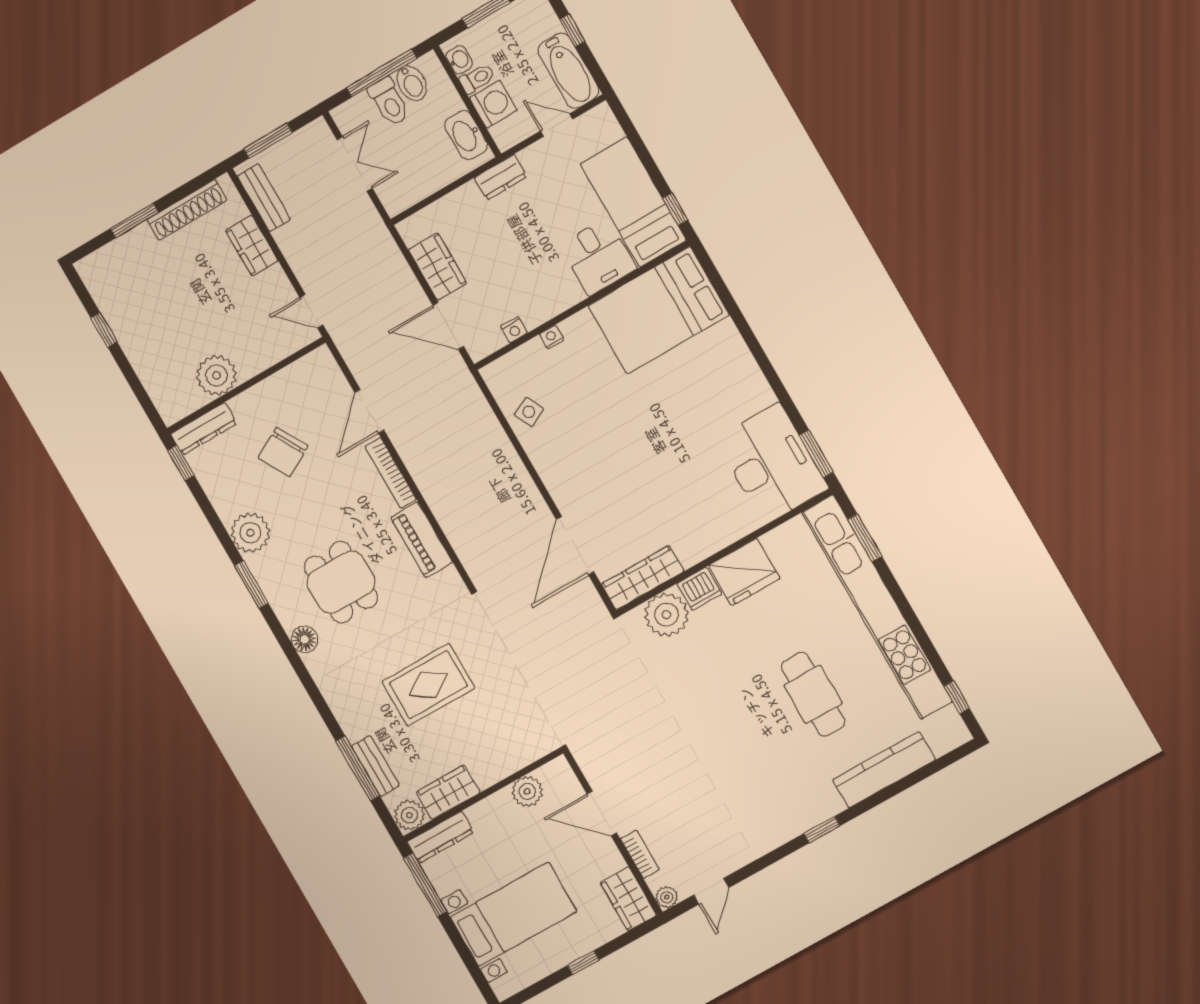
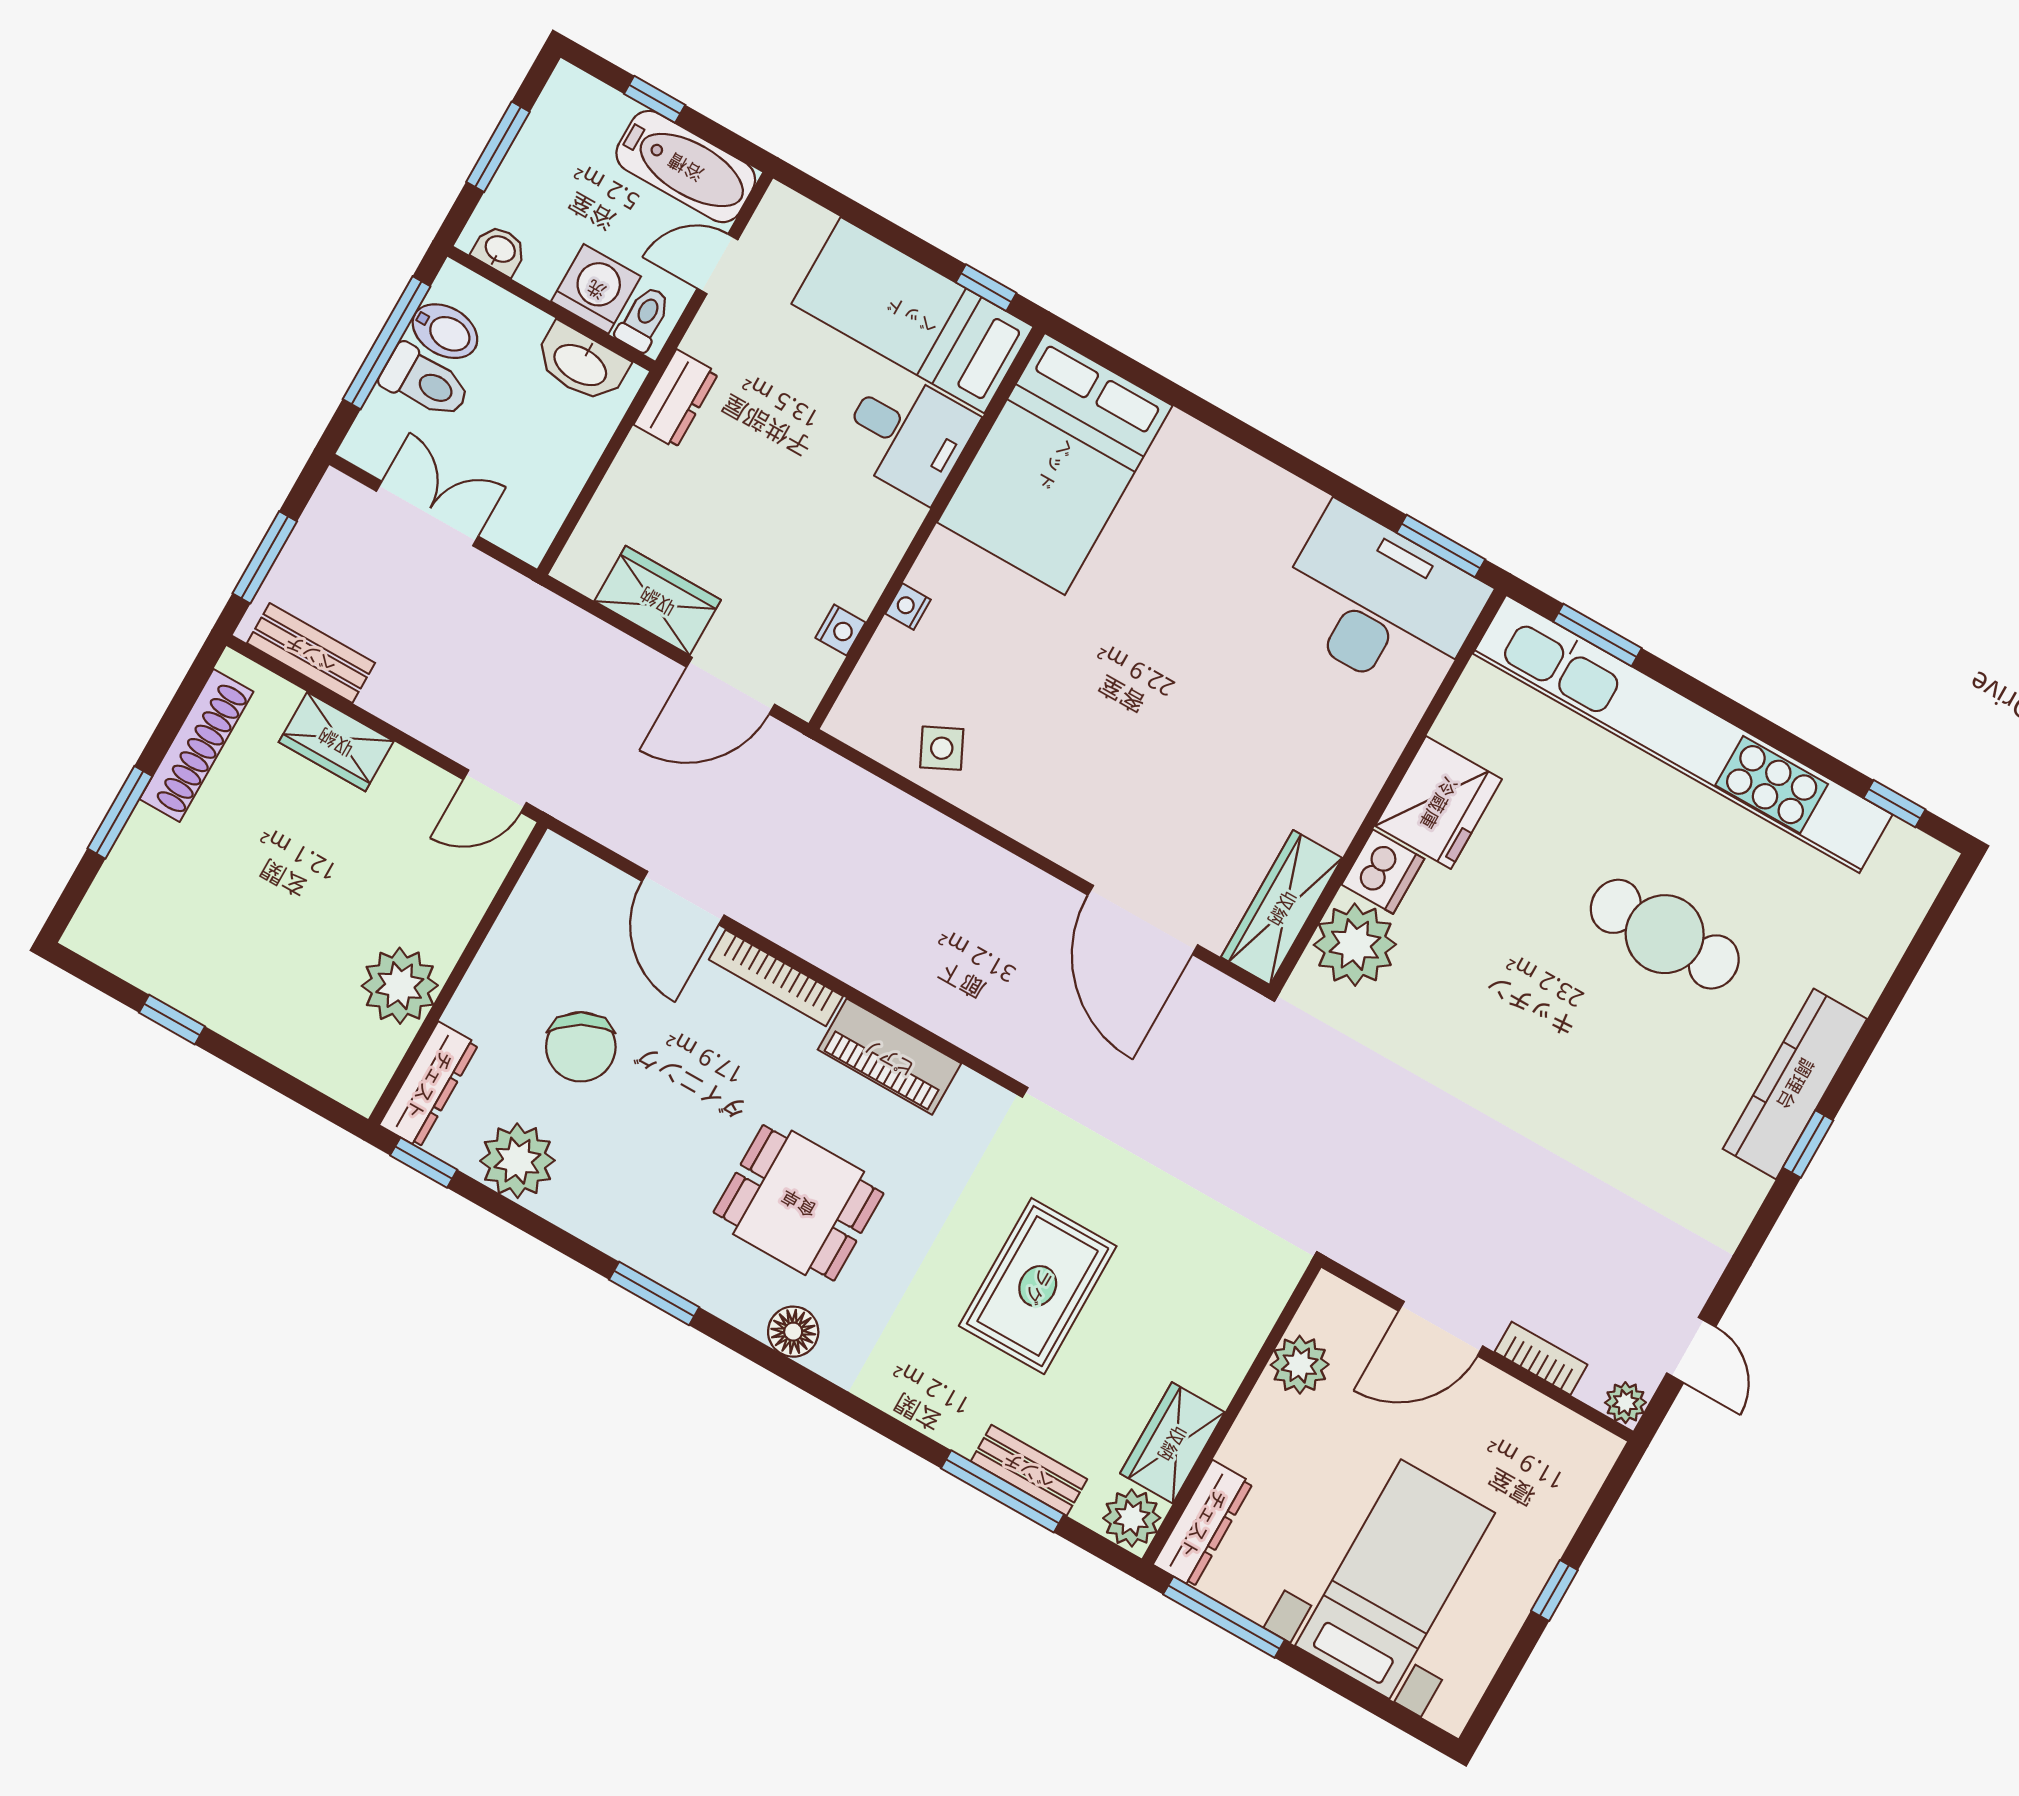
toilet: (477, 78) -> (644, 319), moved
plant: (250, 533) -> (517, 1161), moved
kitchen counter: (884, 770) -> (1795, 1084), moved
wardrobe: (628, 899) -> (1565, 1442), removed

